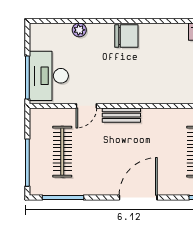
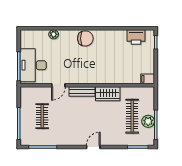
wardrobe: (160, 118) -> (108, 94), added
clothes rail: (62, 152) -> (42, 116), width x0.73
door: (138, 197) -> (93, 147), width x0.53

